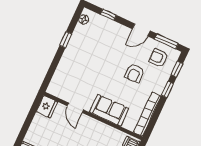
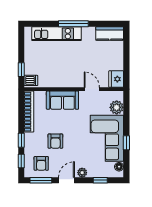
plant: (122, 30) -> (82, 173), added
corner sofa: (83, 53) -> (107, 138), added
armchair: (158, 58) -> (41, 163), turned 90
armchair: (134, 73) -> (55, 141), turned 180
plant: (59, 79) -> (117, 107), added

